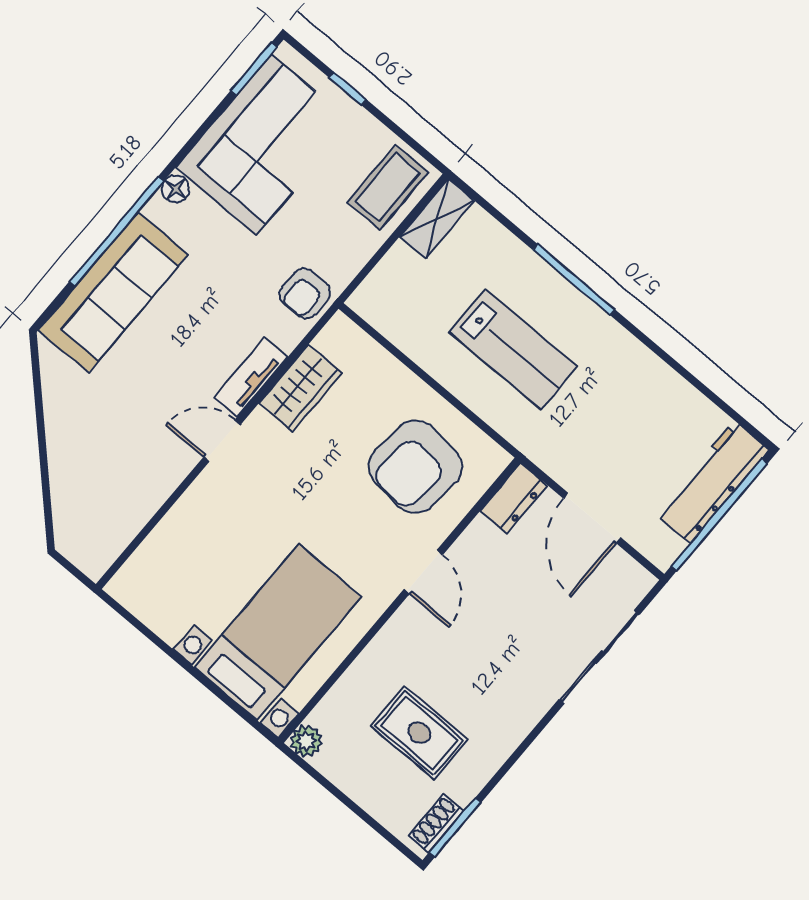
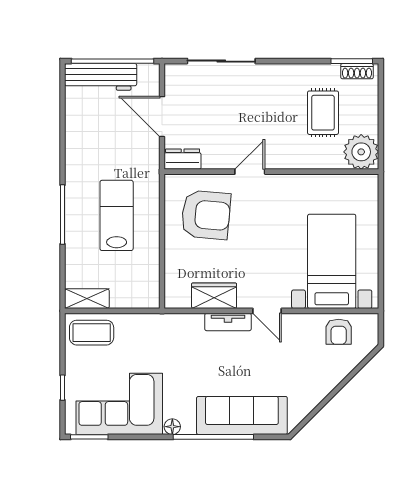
armchair: (305, 293) -> (339, 332), moved, turned 90
door: (592, 518) -> (162, 117), swing flipped
bed with nightstands: (278, 632) -> (332, 261), moved, turned 90
plant: (306, 741) -> (361, 152), width x1.88, depth x1.88

